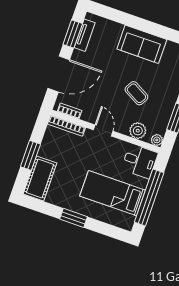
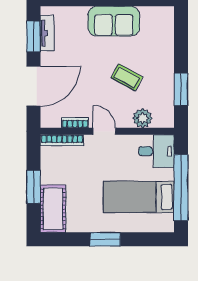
bookcase: (70, 111) -> (75, 123), moved
plant: (157, 140) -> (167, 121), removed

